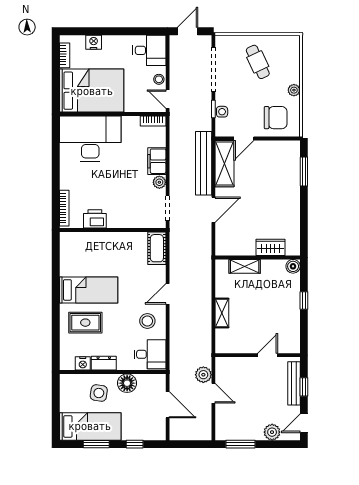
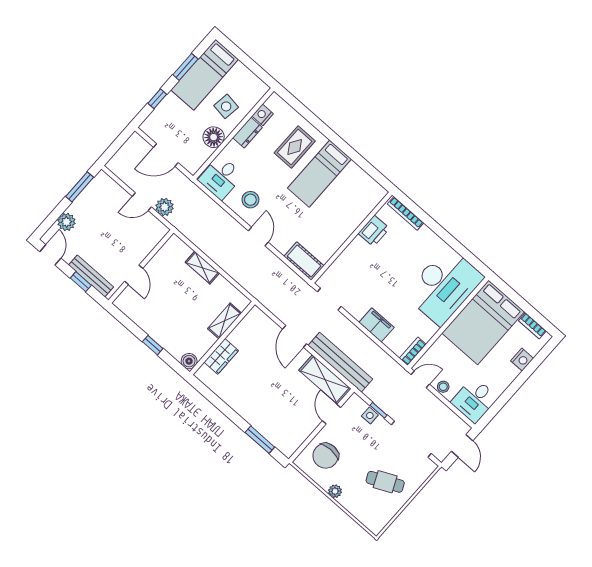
plant: (159, 182) -> (357, 312), removed

